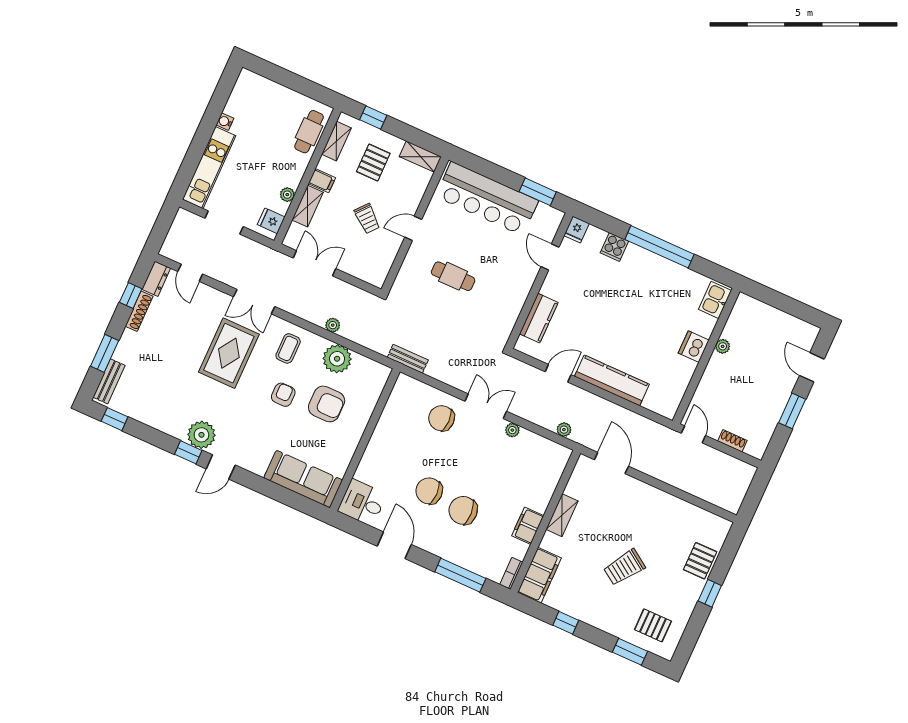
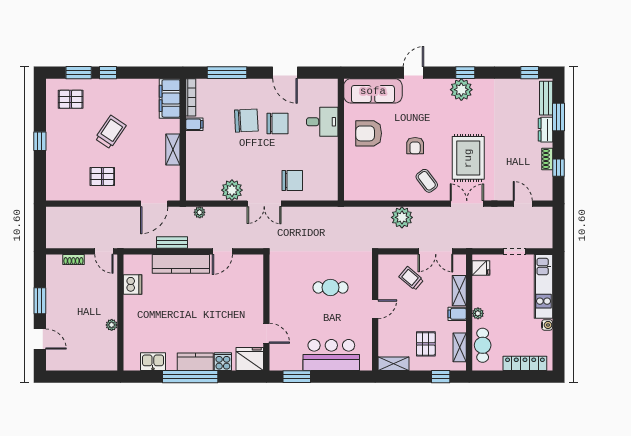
locker: (270, 89) -> (525, 363), added
plant: (287, 195) -> (478, 313), moved
bar counter: (487, 199) -> (331, 355), width x0.73
trolley: (367, 219) -> (411, 278), moved
doorway: (224, 222) -> (515, 251), width x0.73
fridge: (577, 229) -> (250, 359), width x1.88, depth x1.34
dresser: (156, 279) -> (545, 130), moved
kitchen sink: (715, 300) -> (153, 362), moved, turned -90
shoe rack: (139, 311) -> (547, 159), width x0.70
kitchen counter: (539, 318) -> (195, 362), moved, turned 90
plant: (333, 325) -> (402, 217), width x1.88, depth x1.88
dishwasher: (694, 347) -> (133, 285), moved
coffee table: (288, 348) -> (427, 181), turned -37
plant: (337, 359) -> (388, 189), removed
bench: (408, 359) -> (172, 243), moved
armchair: (327, 404) -> (369, 133), moved
plant: (512, 430) -> (232, 190), width x1.87, depth x1.87
door: (611, 463) -> (154, 204), hinge flipped
door: (221, 467) -> (414, 73), moved
desk: (362, 503) -> (322, 122), moved
filing cabinet: (528, 526) -> (194, 124), width x0.50
pallet: (700, 561) -> (102, 177), moved, turned 90
bookcase: (511, 573) -> (191, 97), width x1.56
window: (566, 623) -> (108, 73), moved

